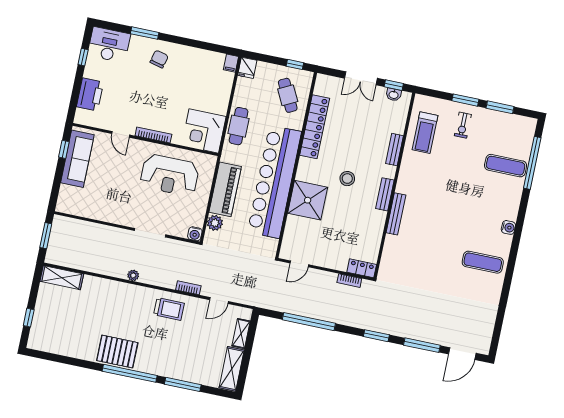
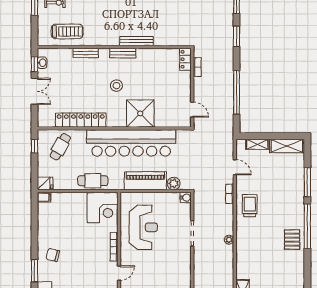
cafe table: (288, 95) -> (60, 147), turned -33
pallet: (117, 352) -> (292, 240), width x0.67, depth x0.71

